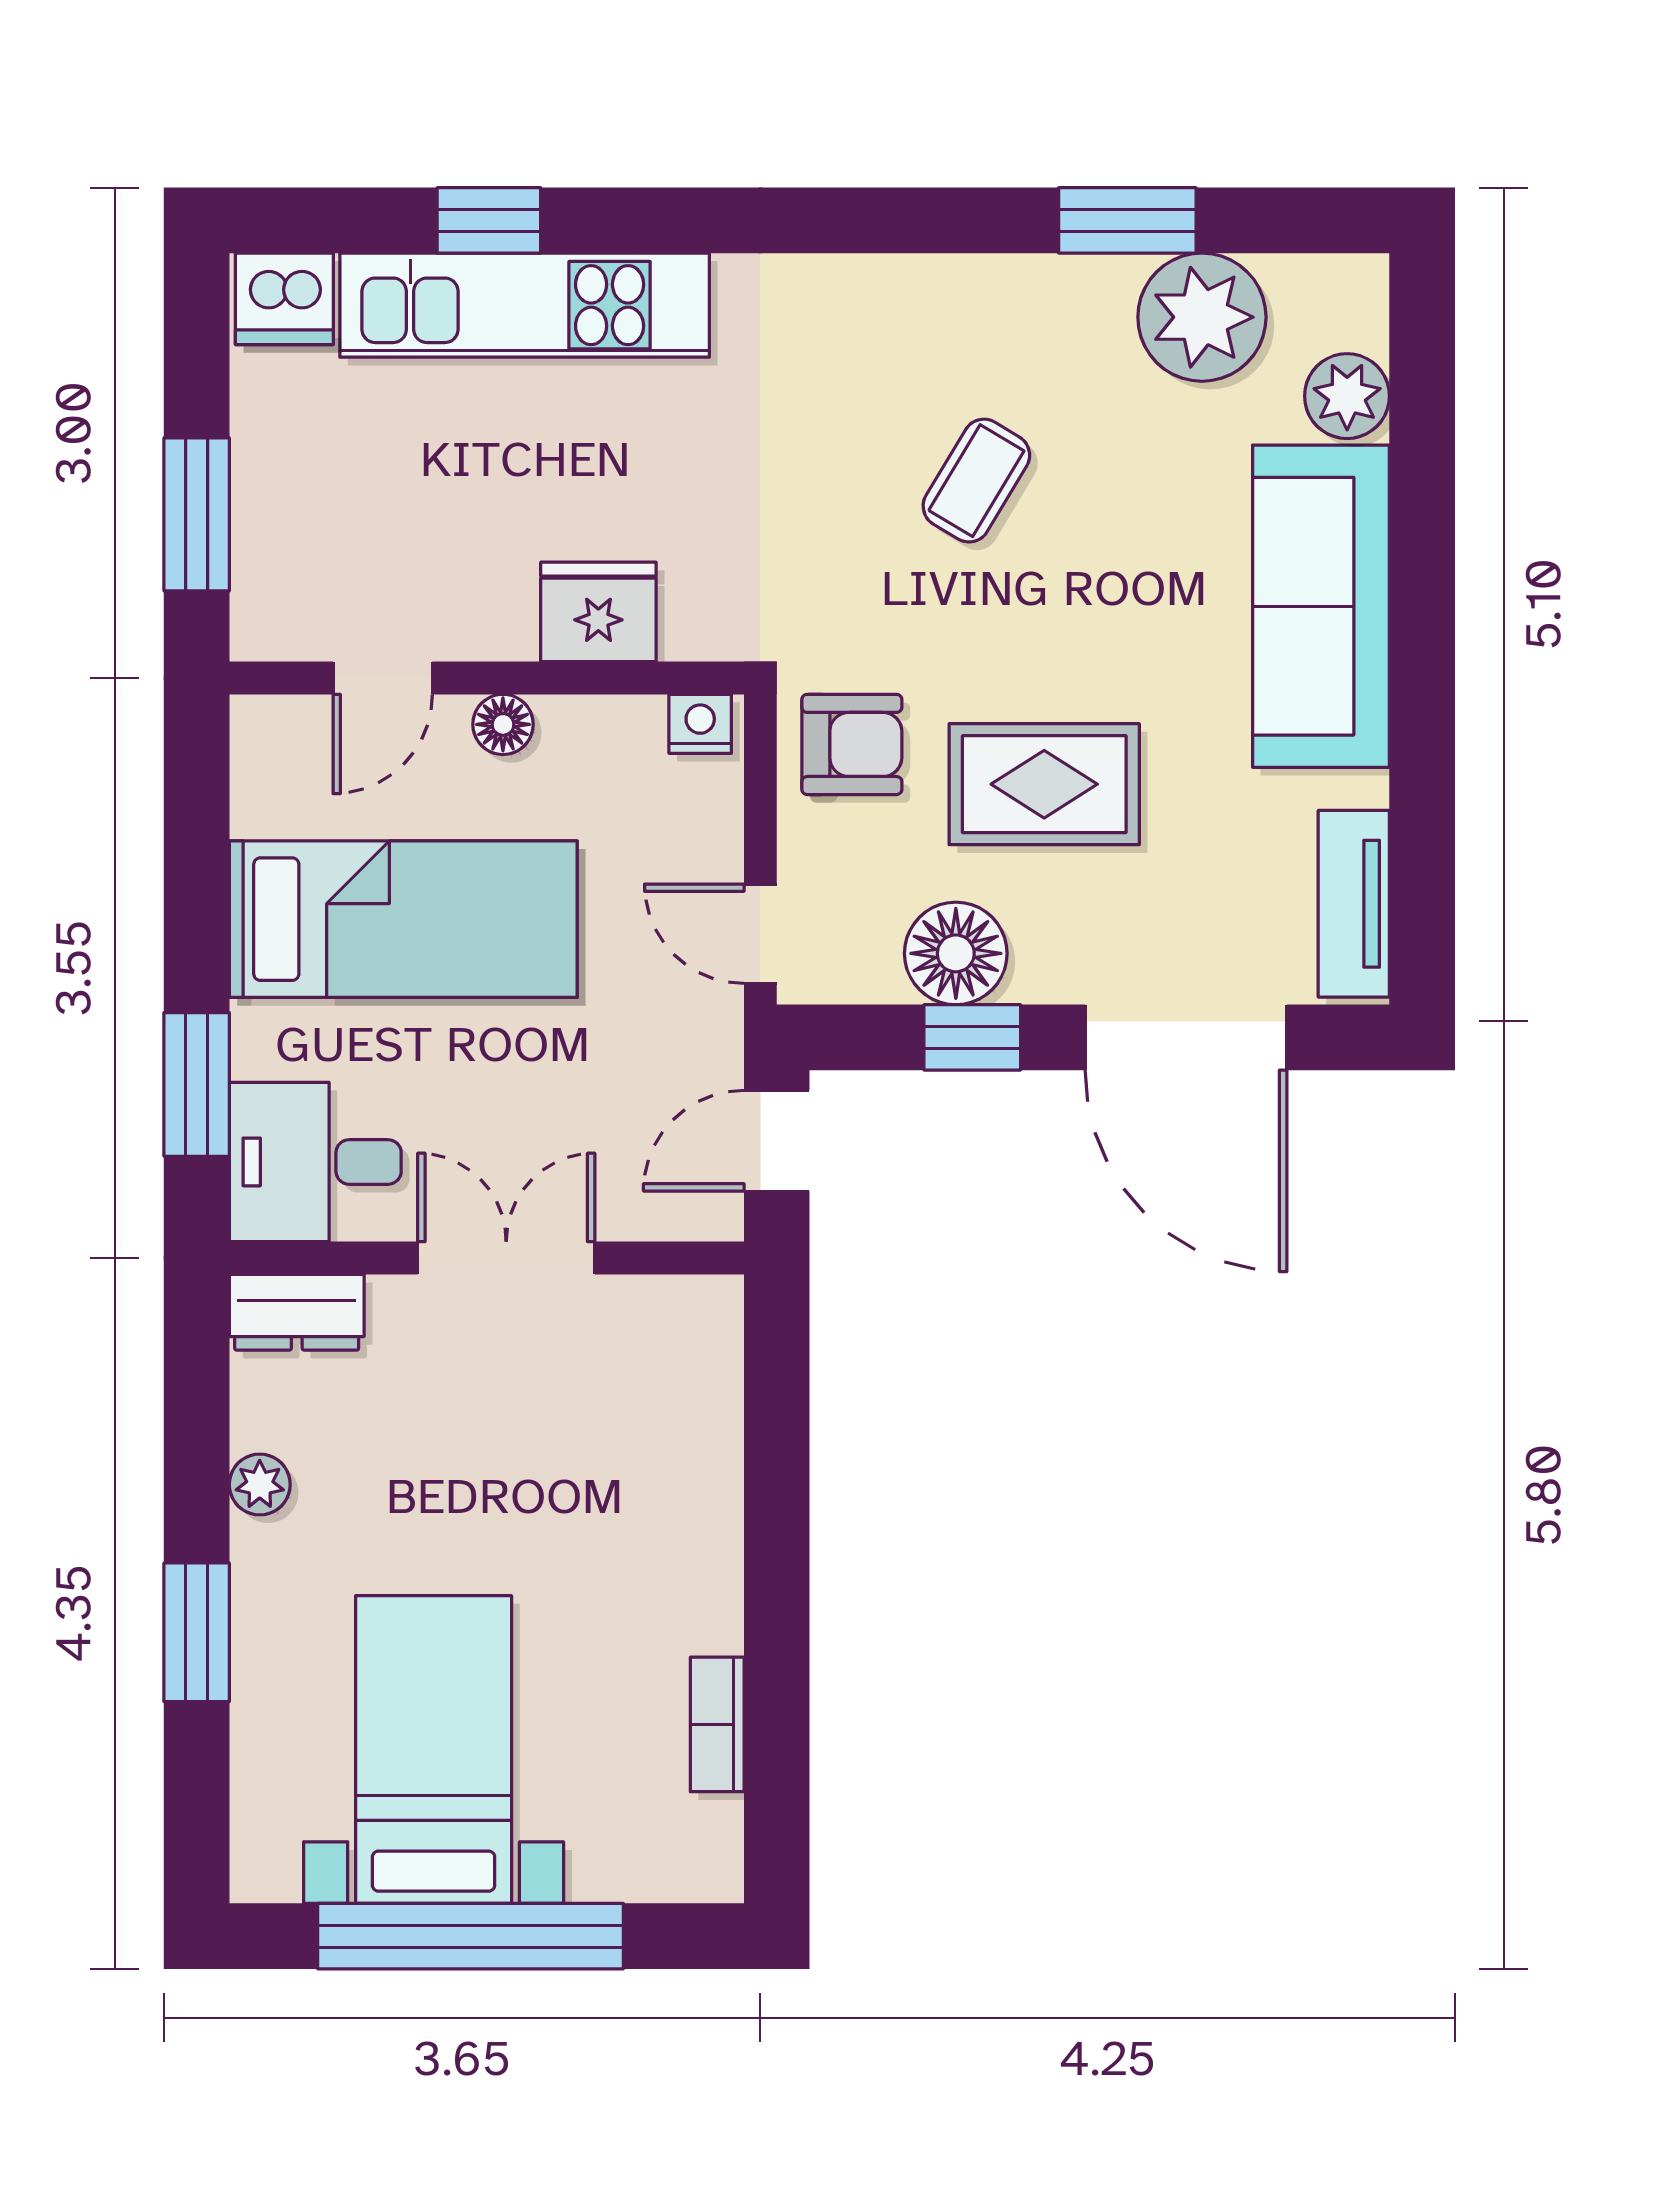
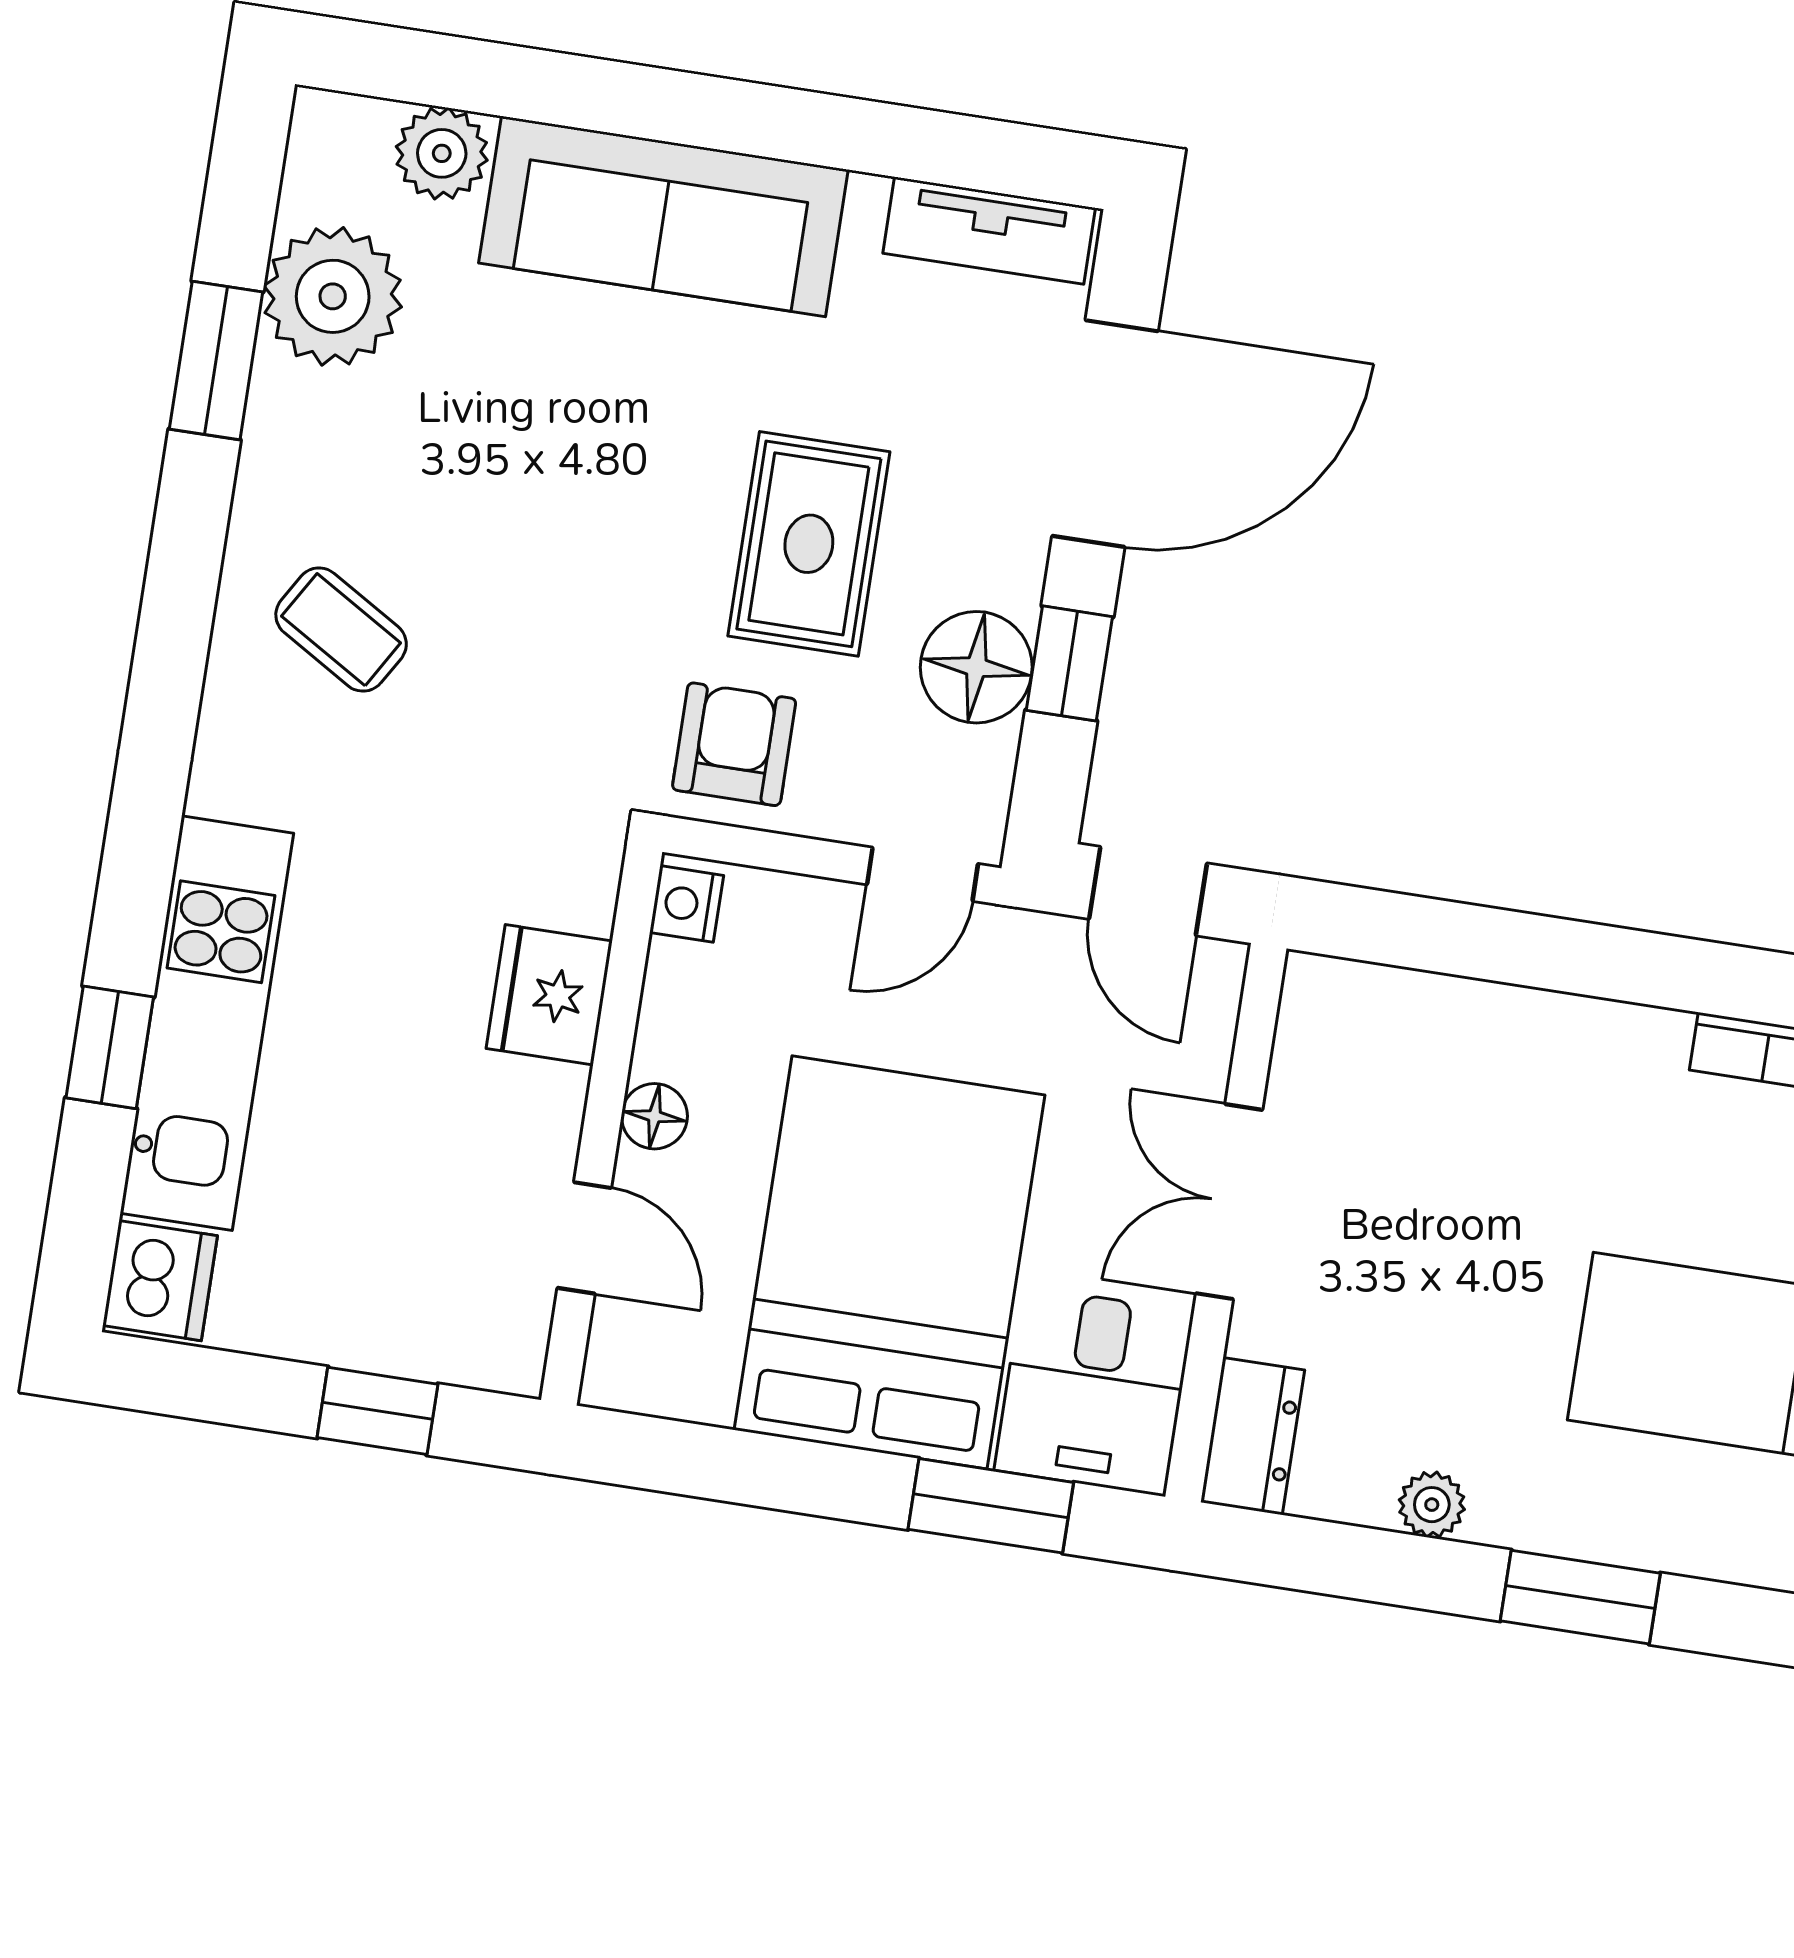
coffee table: (976, 481) -> (341, 630), moved
window: (197, 514) -> (377, 1411), width x0.67
bed: (403, 919) -> (889, 1262), width x1.50

